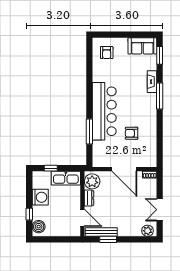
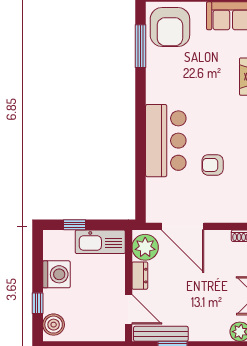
armchair: (107, 53) -> (170, 27), width x1.88, depth x1.88
bar counter: (104, 111) -> (166, 141), width x0.73
window: (89, 131) -> (141, 46), moved
door: (124, 169) -> (183, 226), moved

